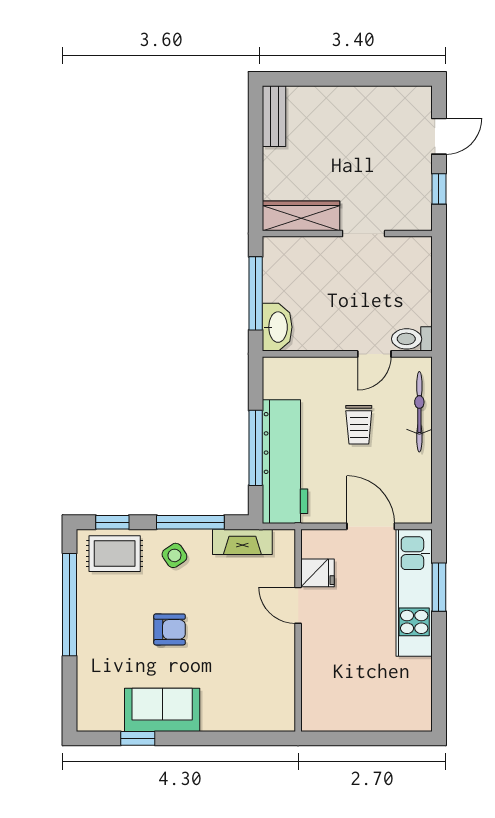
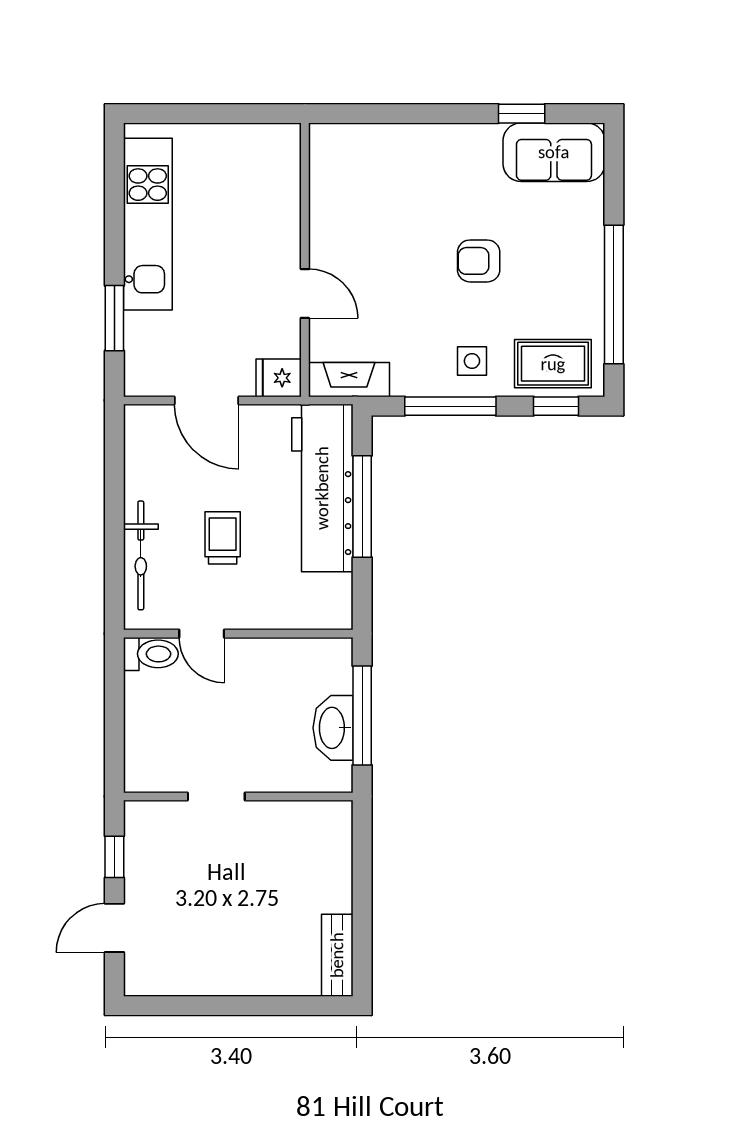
wardrobe: (301, 216) -> (301, 820), removed
washbasin: (277, 327) -> (333, 728), moved
door: (374, 354) -> (202, 634), swing flipped
fireplace: (242, 542) -> (349, 380), moved
side table: (174, 555) -> (472, 361), turned 34
fridge: (317, 573) -> (279, 378), moved
kitchen unit: (414, 593) -> (148, 224), moved
sofa: (162, 710) -> (554, 152), moved

